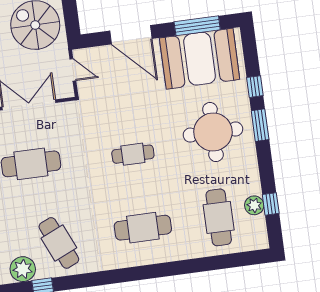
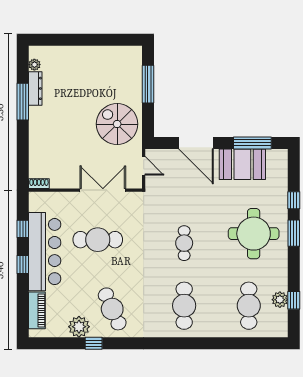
booth: (200, 59) -> (242, 164), width x0.73, depth x0.70
cafe table: (133, 154) -> (184, 243), turned 90
cafe table: (143, 228) -> (184, 306), turned 90

